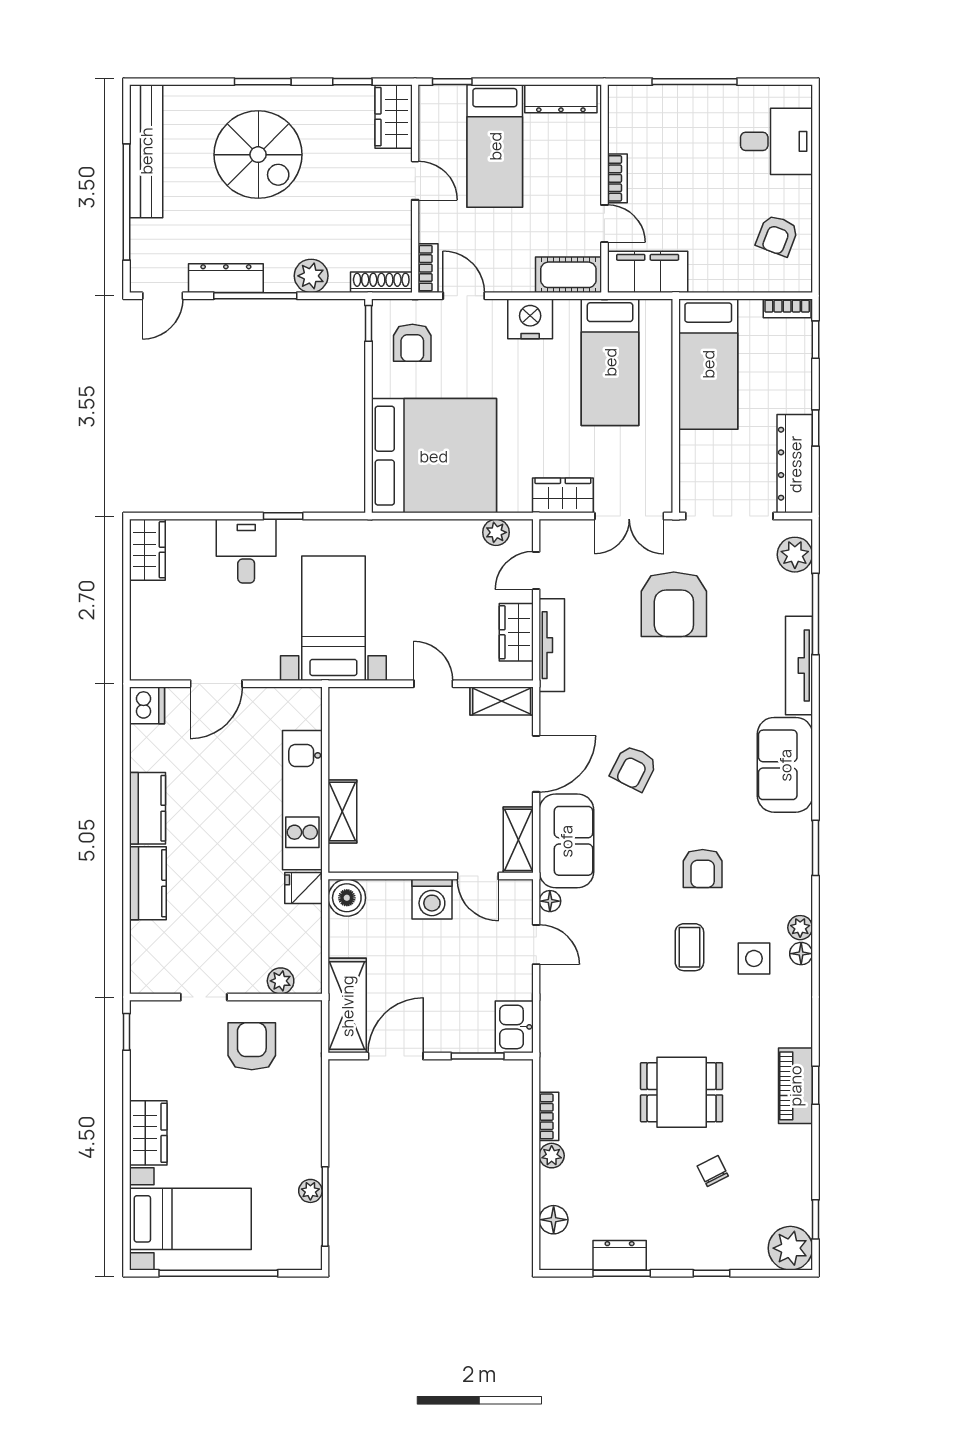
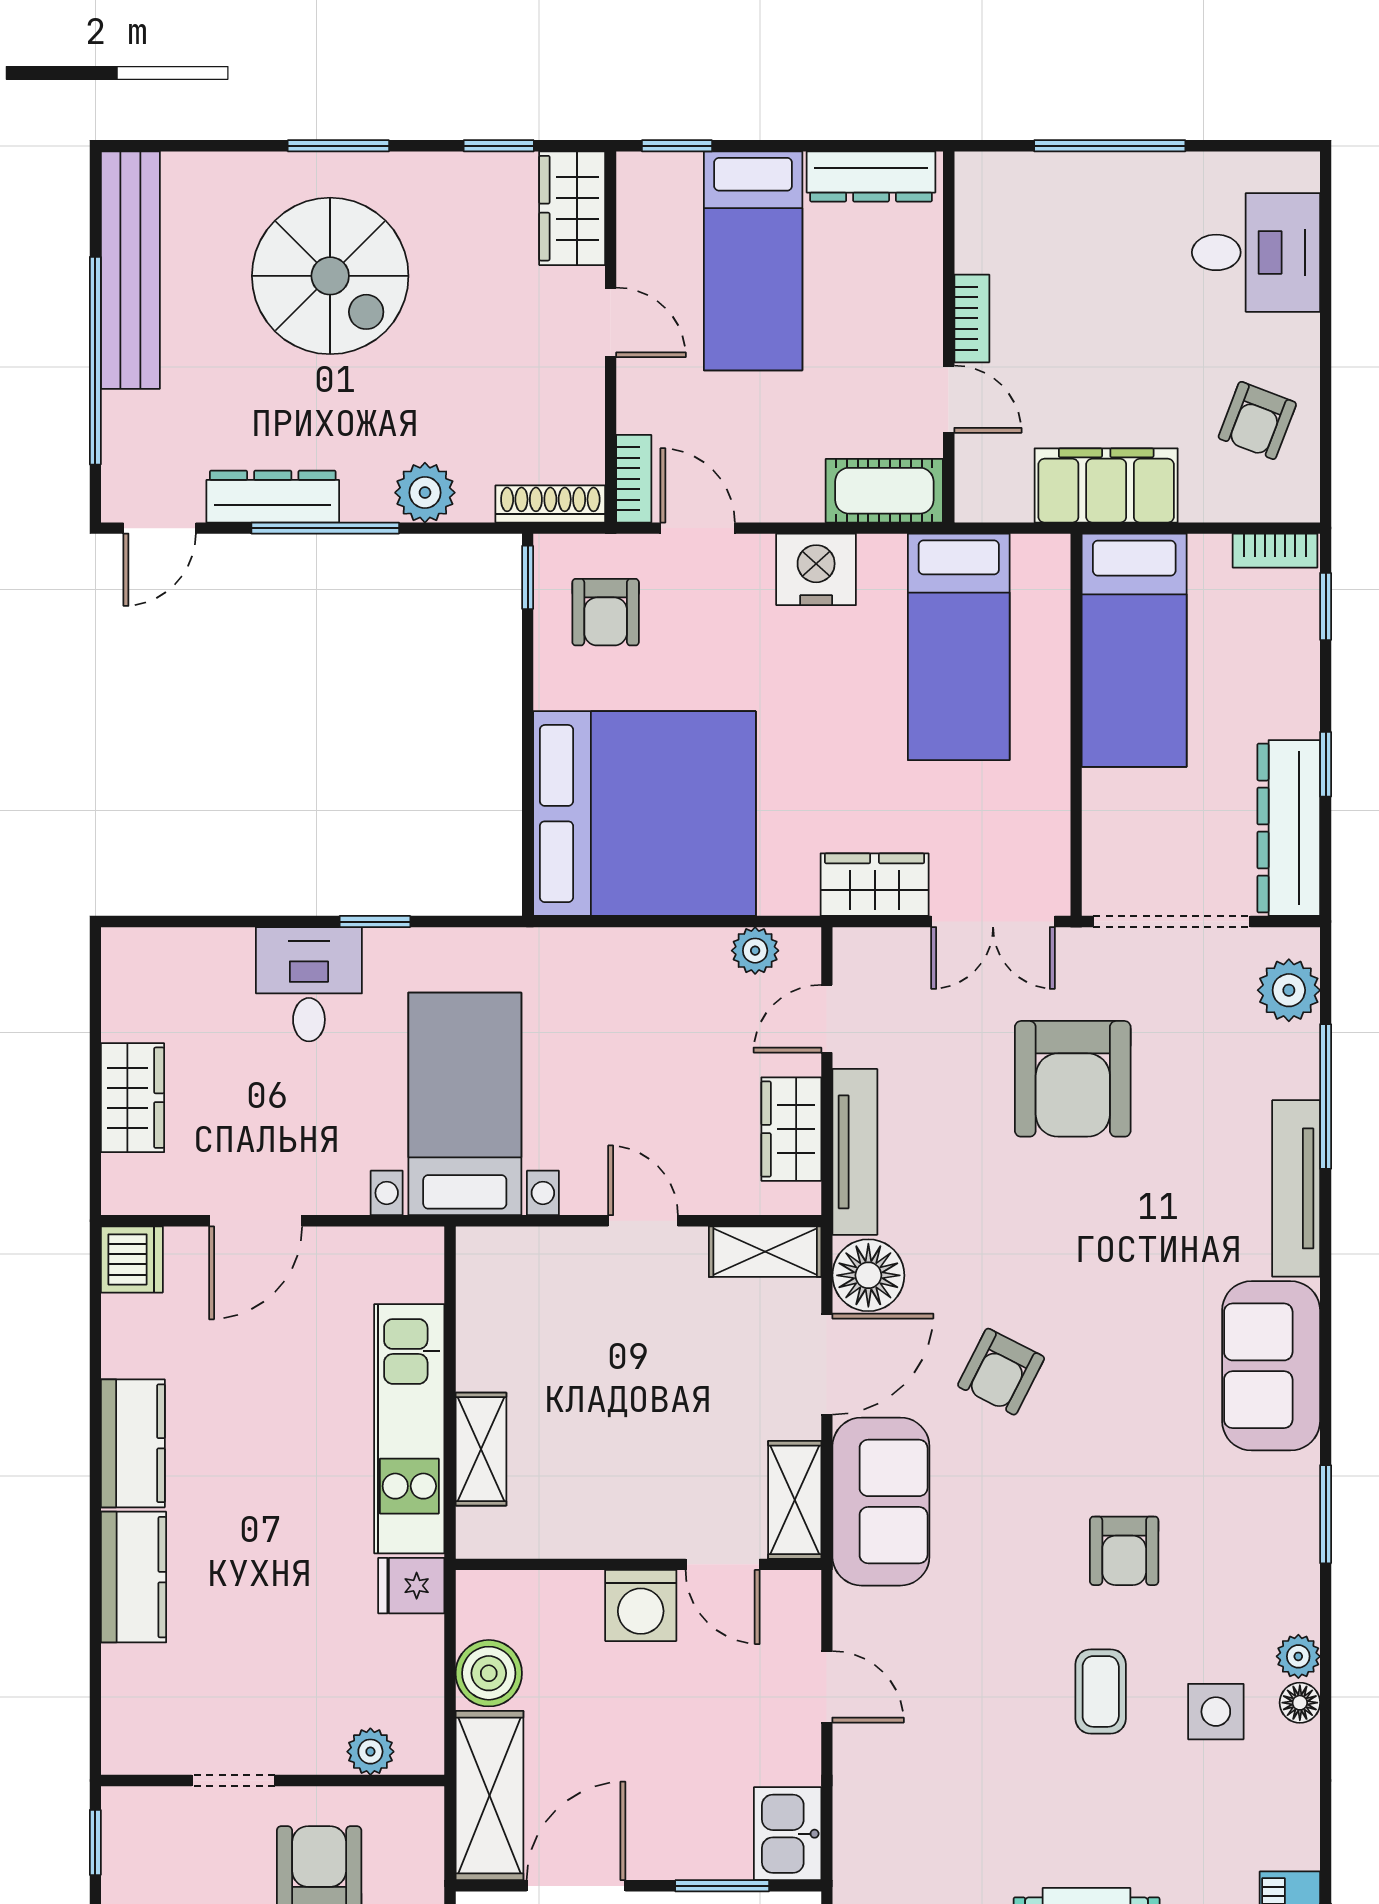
filing cabinet: (648, 272) -> (1106, 485), moved
wardrobe: (147, 550) -> (132, 1098), moved
boiler: (347, 898) -> (489, 1673), moved
floor lamp: (550, 901) -> (868, 1275), moved, width x1.89, depth x1.89

